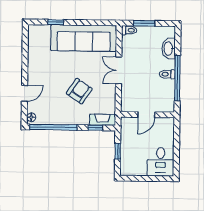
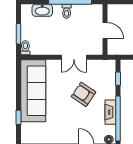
double door: (119, 70) -> (74, 57), moved
fireplace: (102, 120) -> (110, 112), moved

